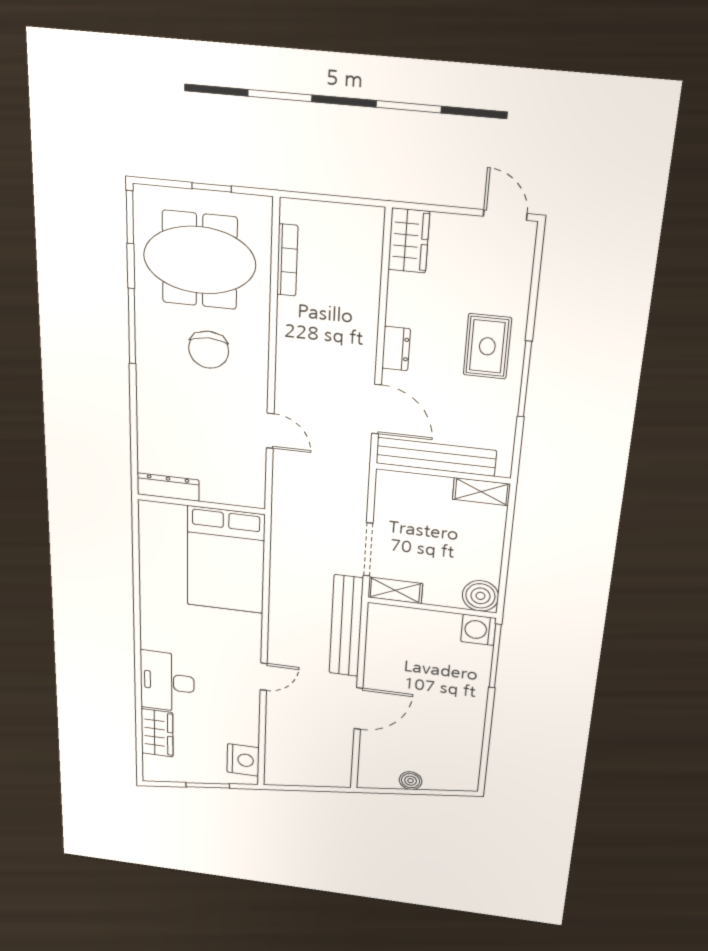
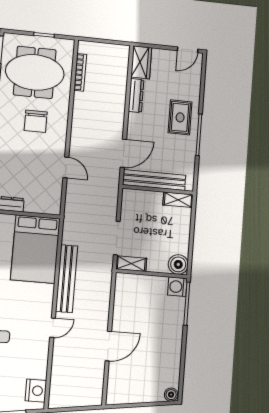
door: (505, 215) -> (188, 50), swing flipped
dresser: (396, 349) -> (136, 96), moved, width x1.44
door: (377, 409) -> (123, 153), hinge flipped
bench: (346, 626) -> (67, 279), moved
boiler: (411, 781) -> (171, 395), moved

